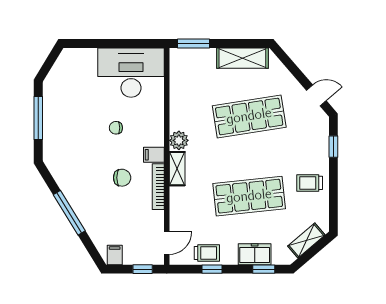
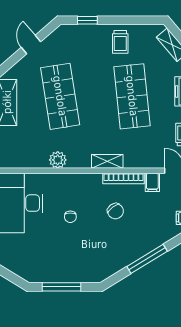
door: (316, 95) -> (31, 44), moved
plant: (179, 140) -> (58, 160), moved
filing cabinet: (154, 155) -> (152, 182), moved
chair: (122, 178) -> (115, 211), turned 144

